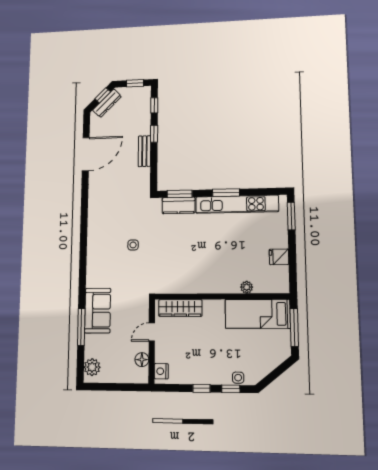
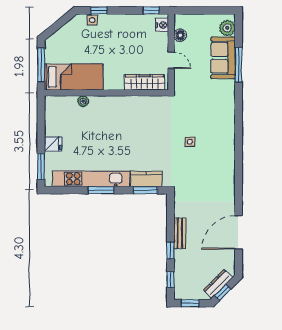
fridge: (279, 257) -> (53, 144), moved
sofa: (98, 311) -> (223, 58), moved
door: (152, 332) -> (171, 60), hinge flipped
window: (201, 388) -> (151, 10), moved

